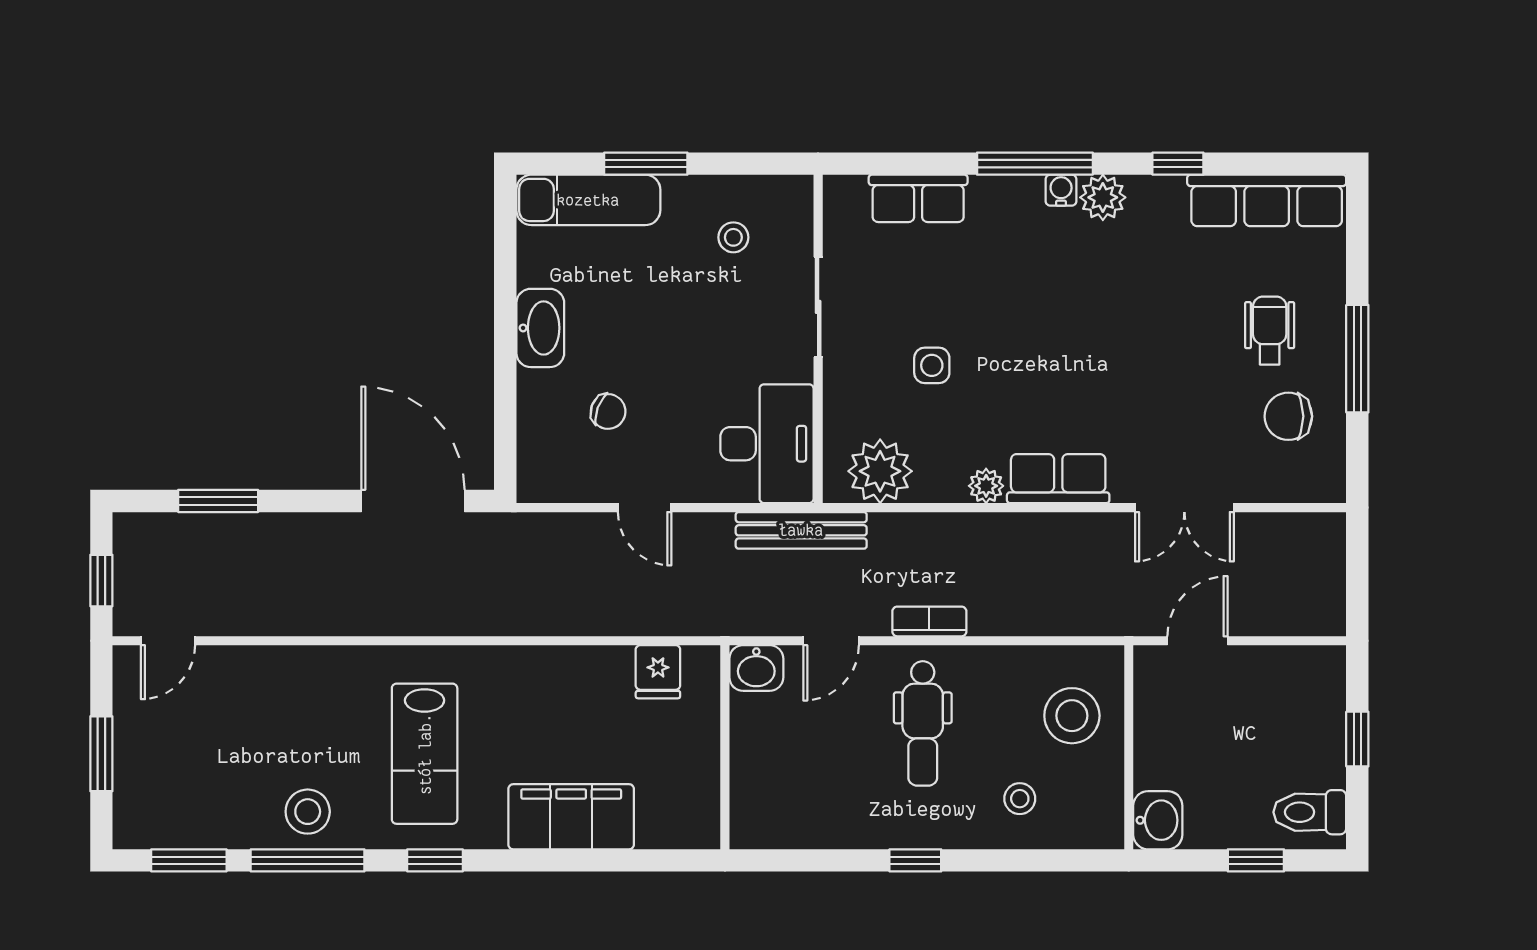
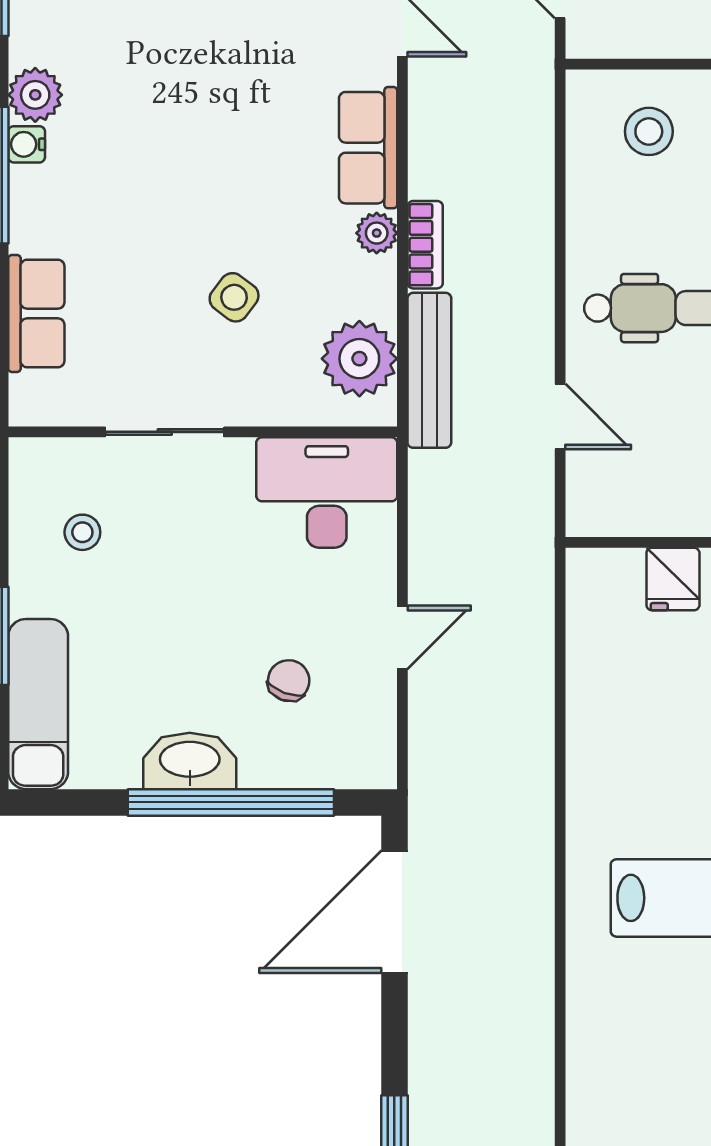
window: (505, 363) -> (231, 802), added
side table: (932, 365) -> (234, 297), turned 37
bench: (801, 530) -> (429, 370), moved
bookcase: (929, 621) -> (425, 245), moved, turned 180
washbasin: (756, 668) -> (592, 505), removed
fridge: (658, 672) -> (673, 579), moved, turned 90
stool: (1072, 716) -> (649, 131), width x0.73, depth x0.73

